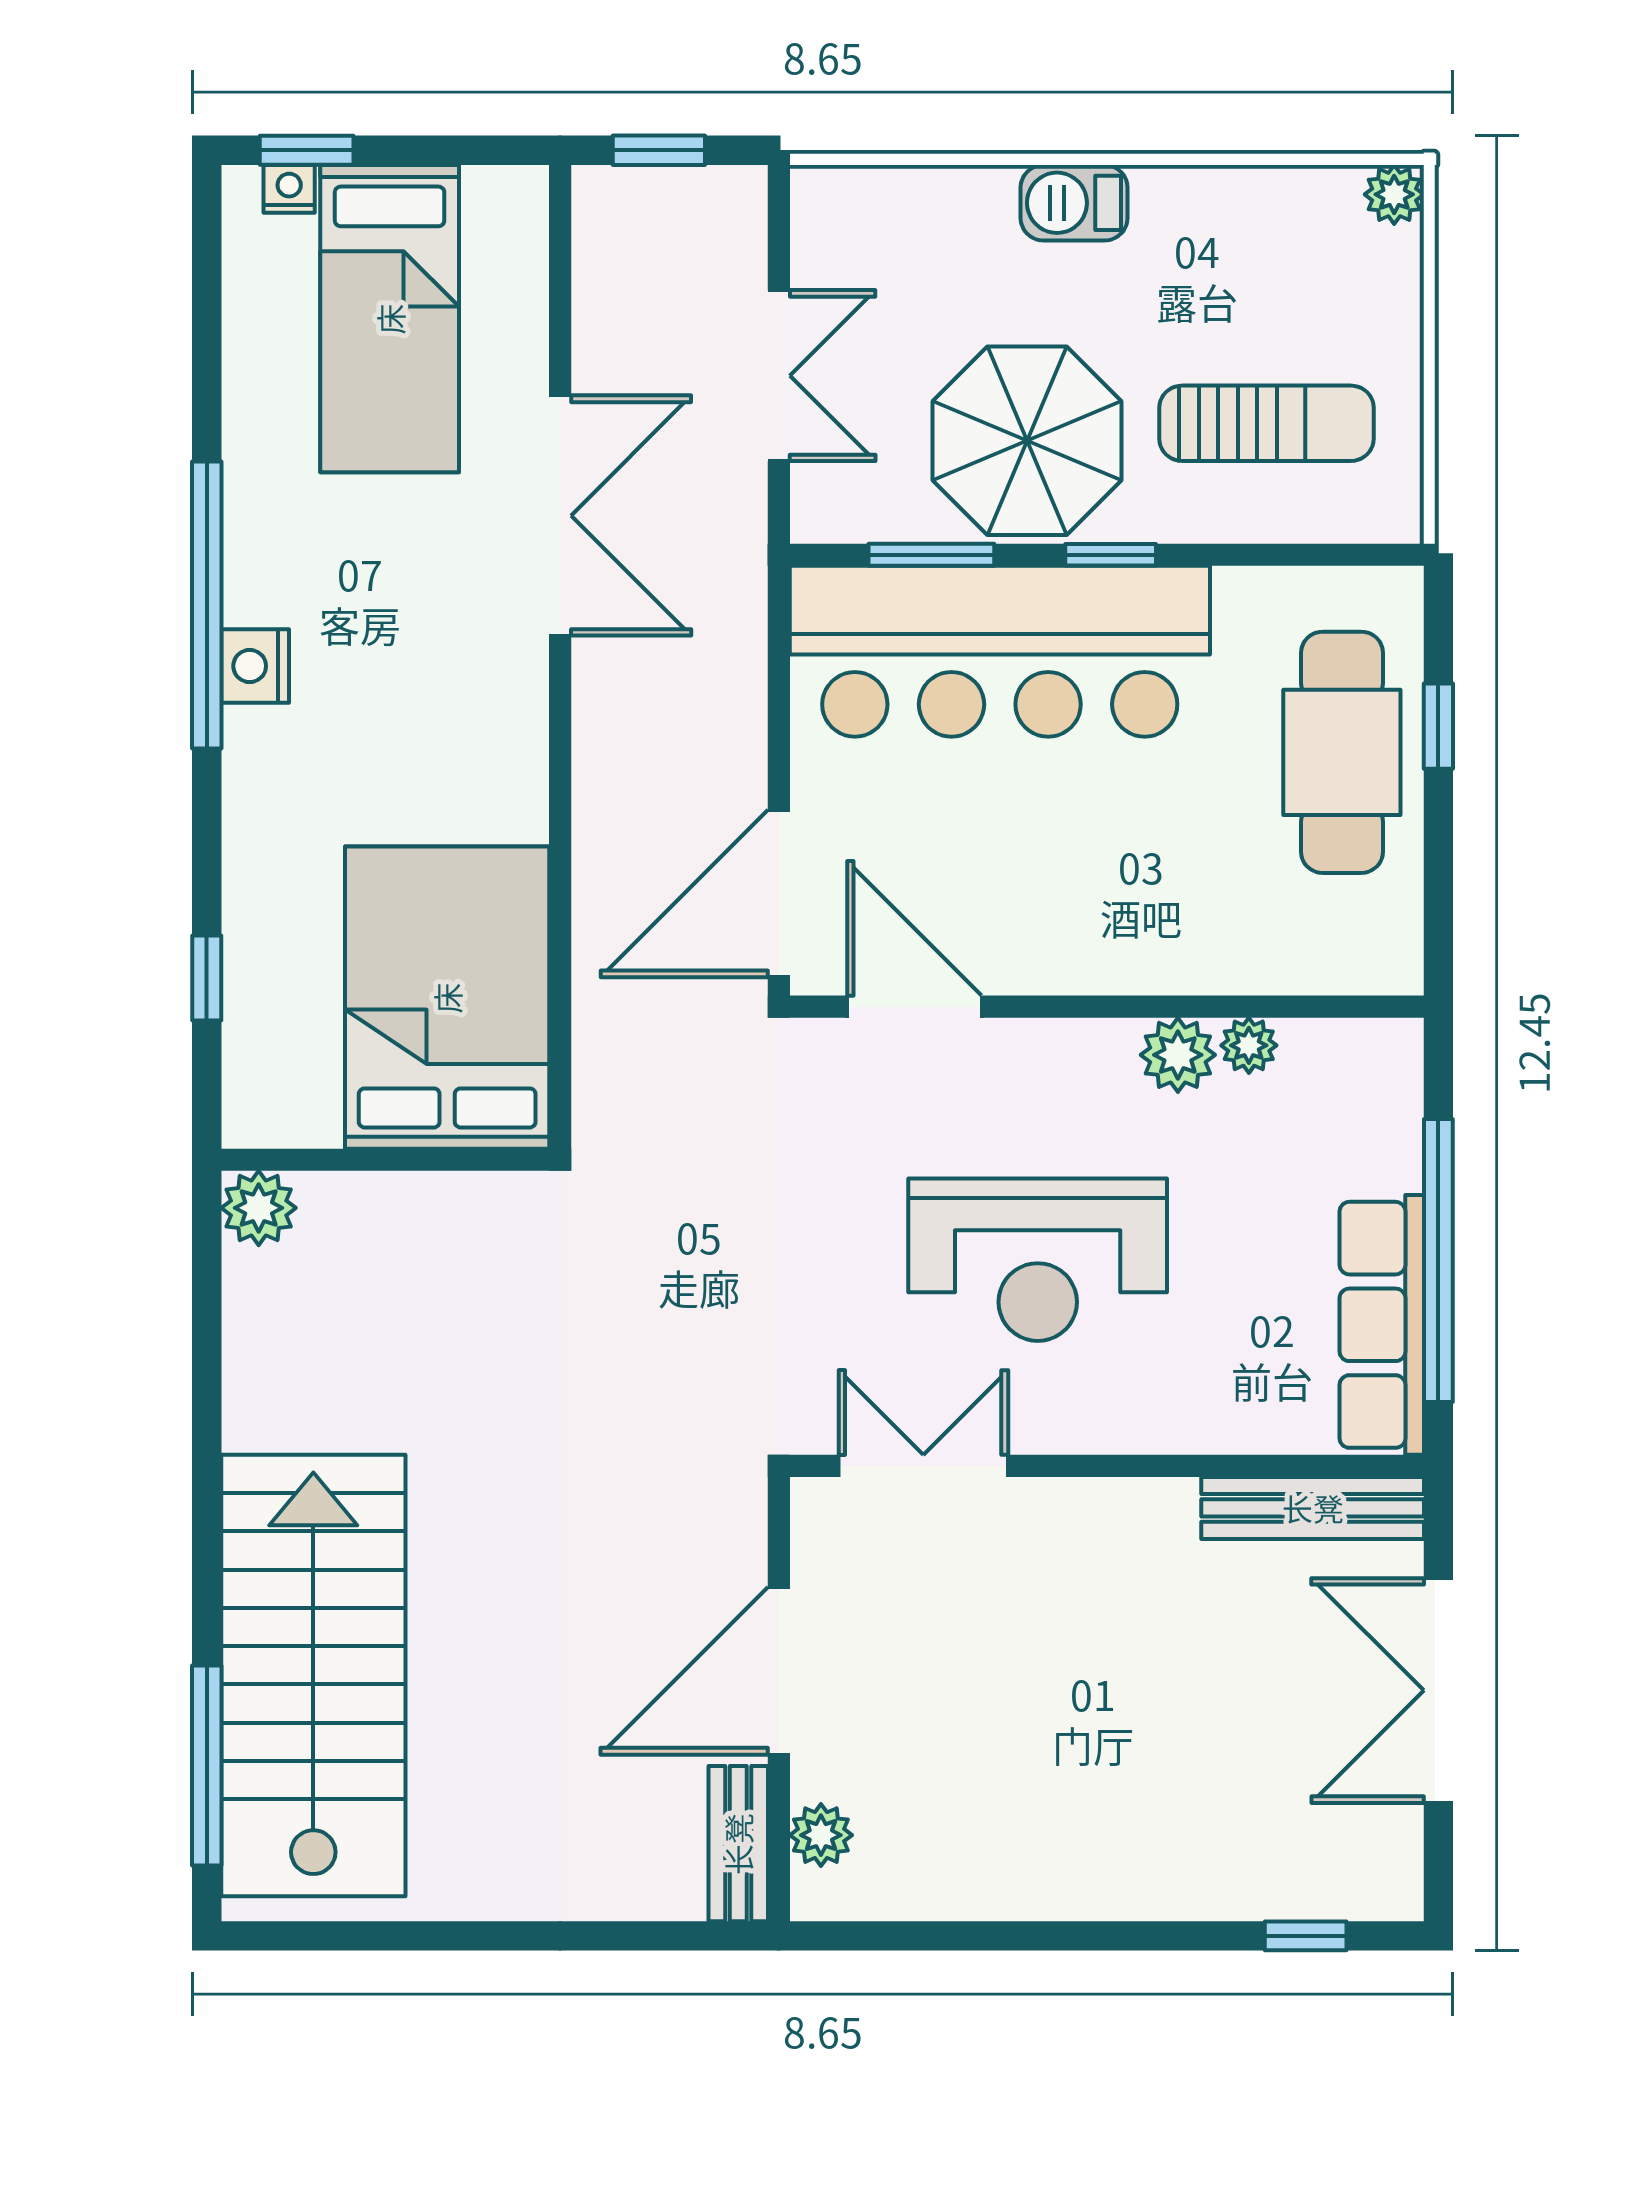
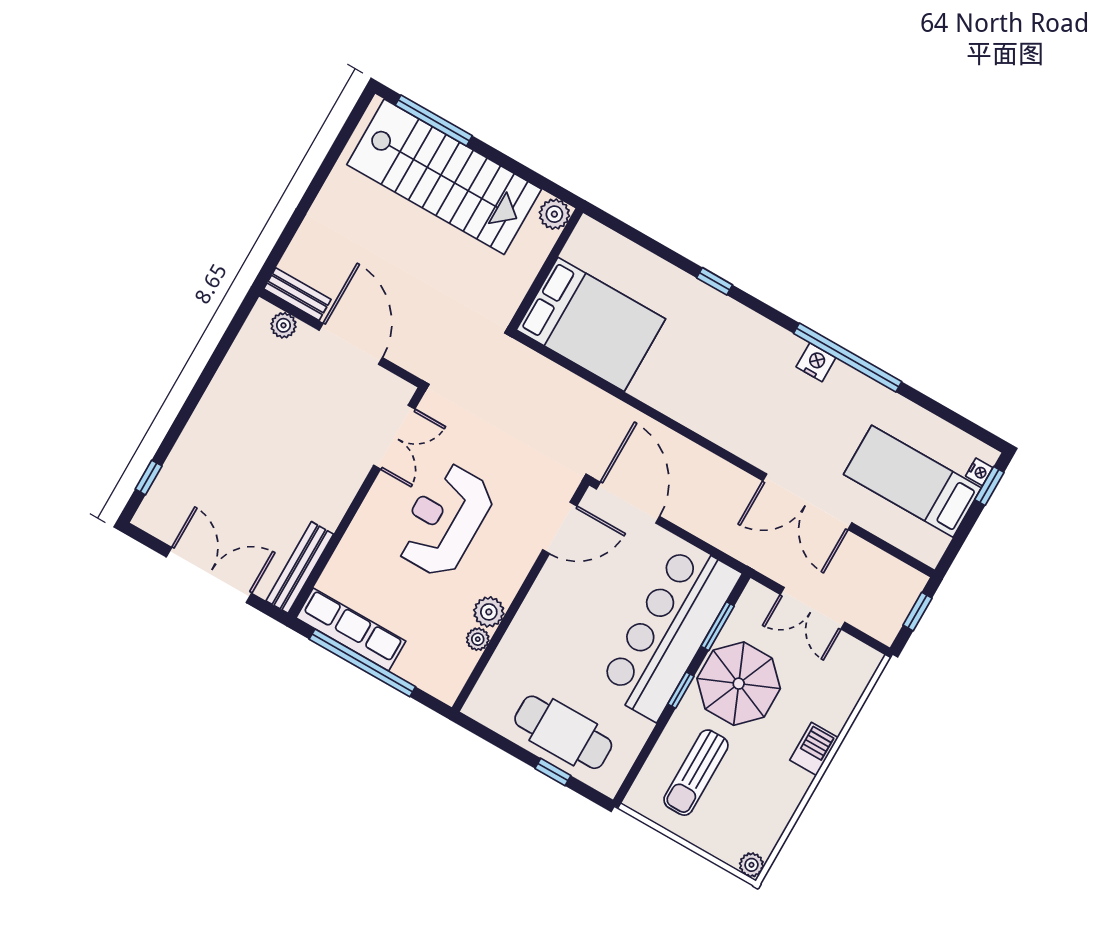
bed: (447, 998) -> (591, 324), moved
wall: (385, 1160) -> (546, 269), moved
plant: (259, 1208) -> (554, 214), moved

